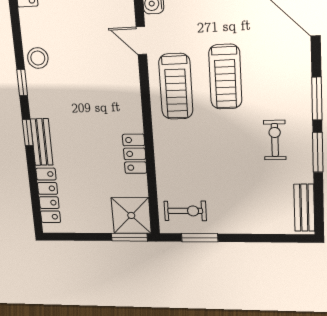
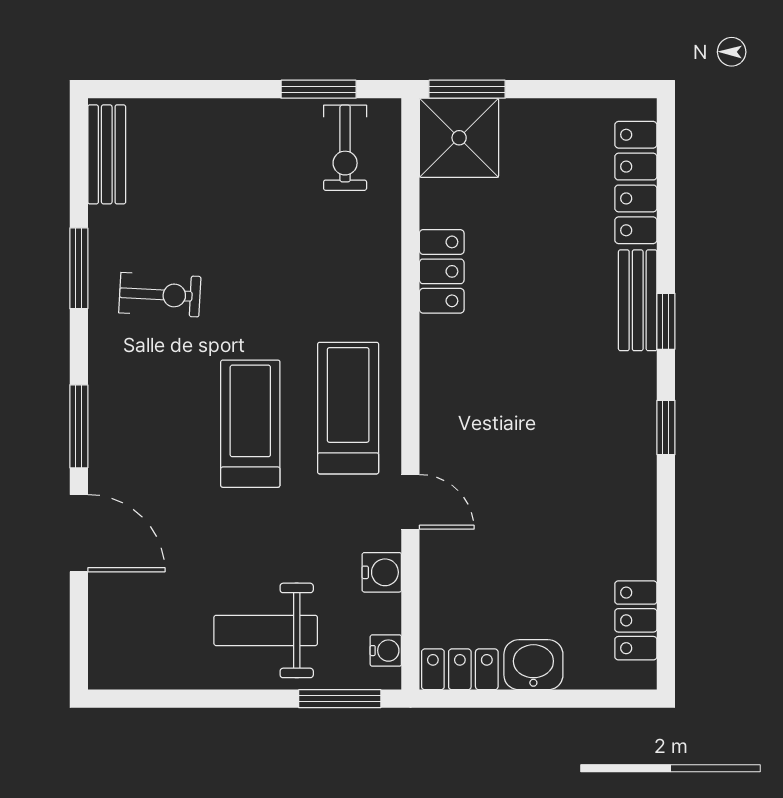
stool: (38, 58) -> (627, 477), removed
window: (317, 99) -> (79, 426), moved
exercise bike: (275, 140) -> (160, 295), turned -87
exercise bike: (185, 211) -> (345, 148), turned -90

